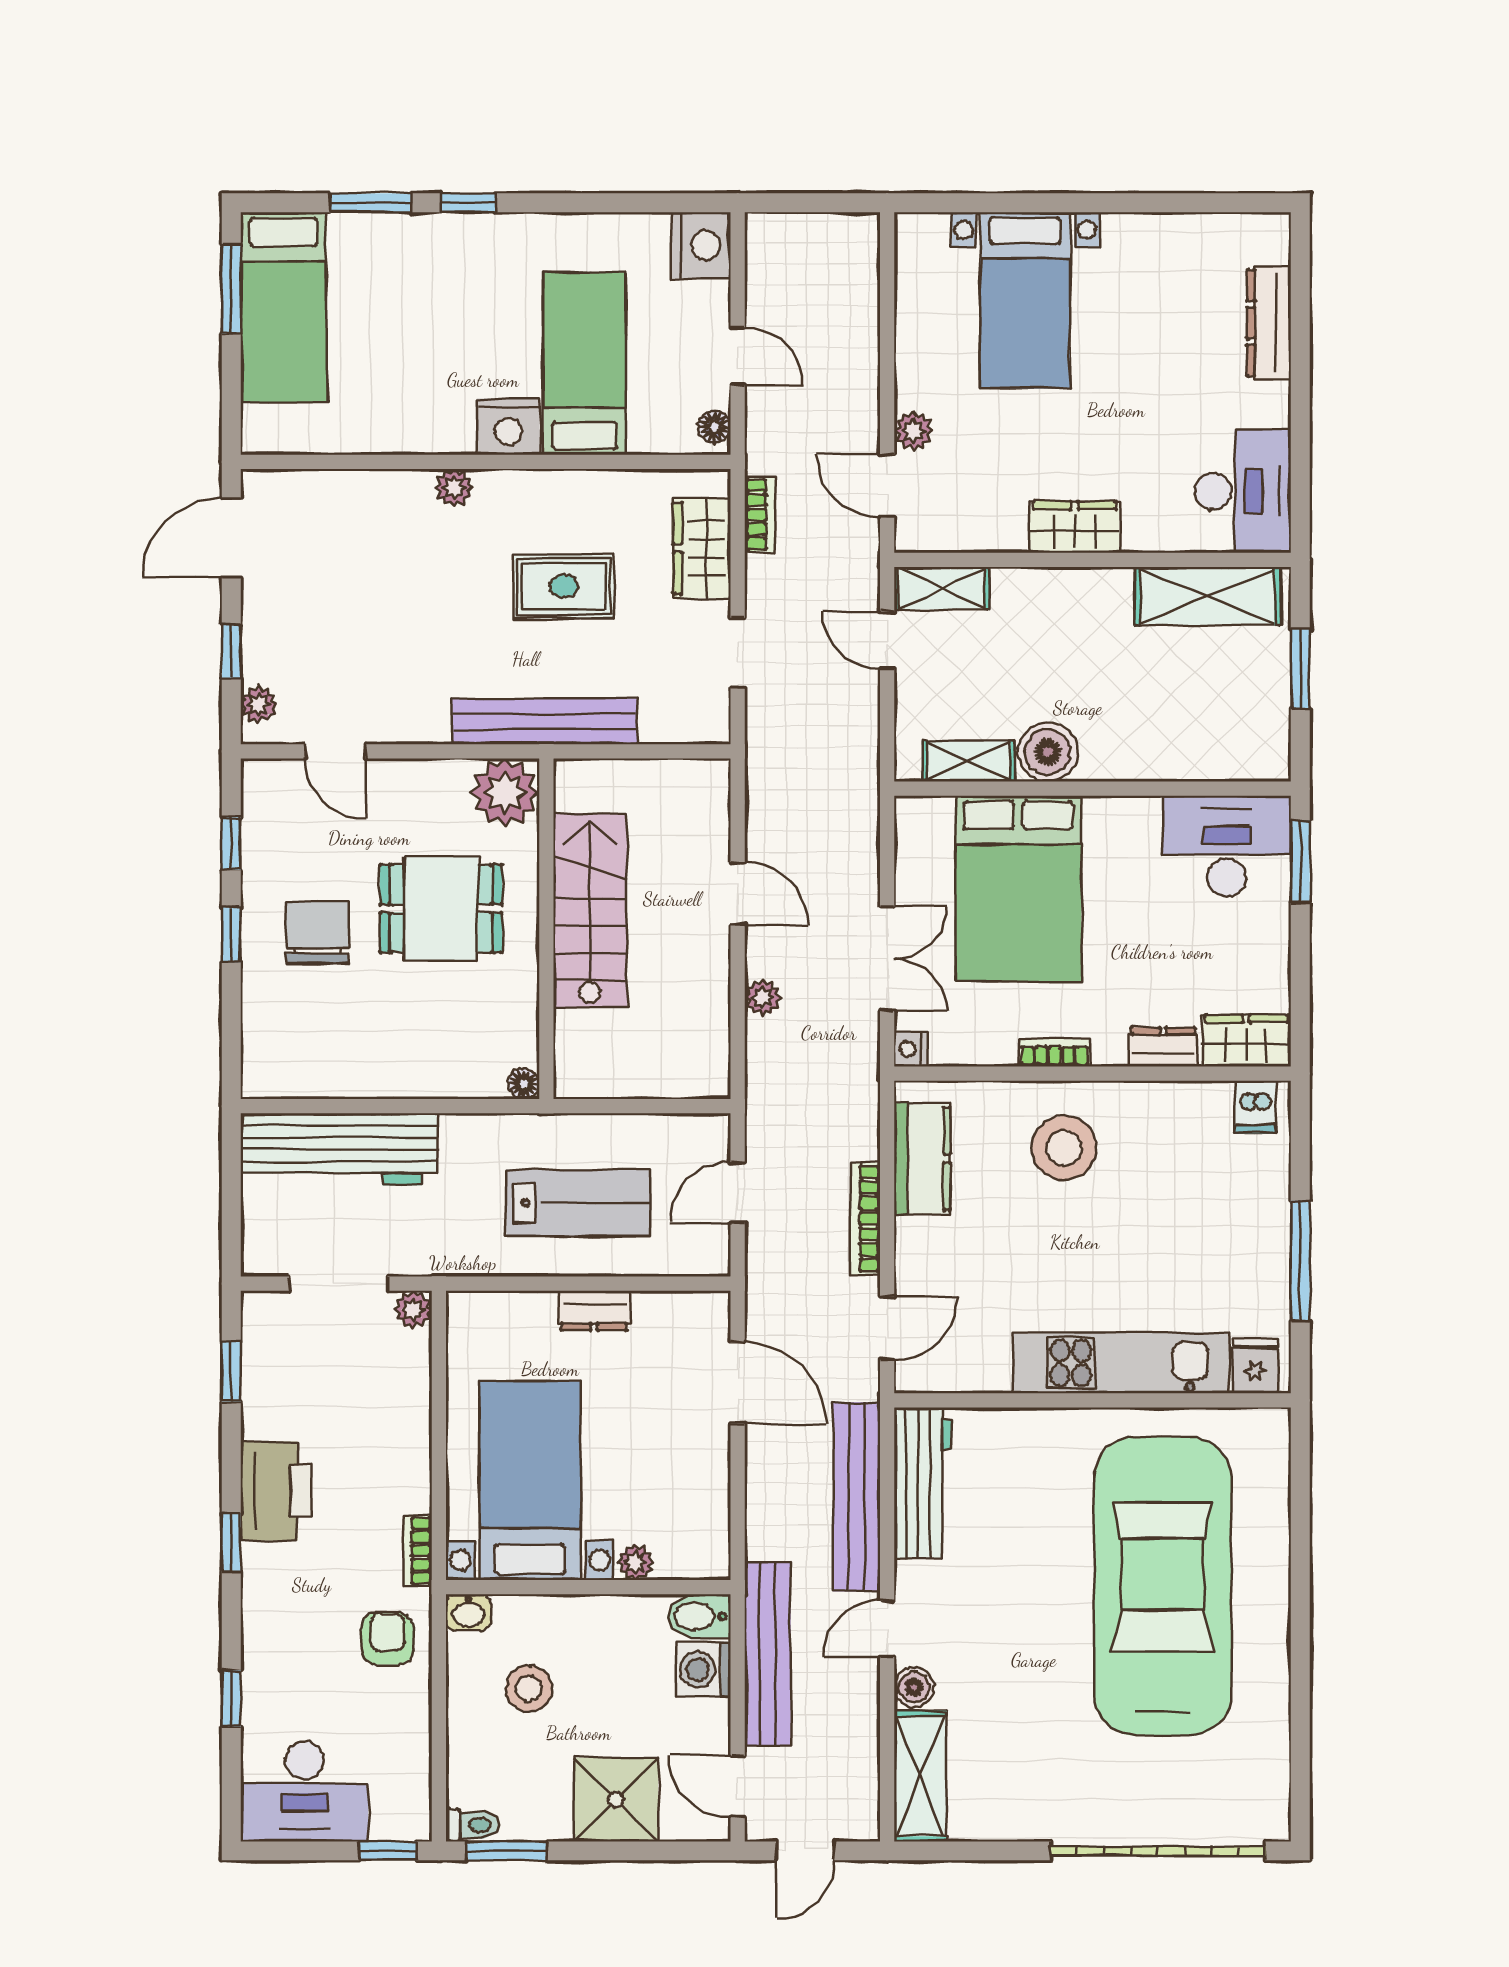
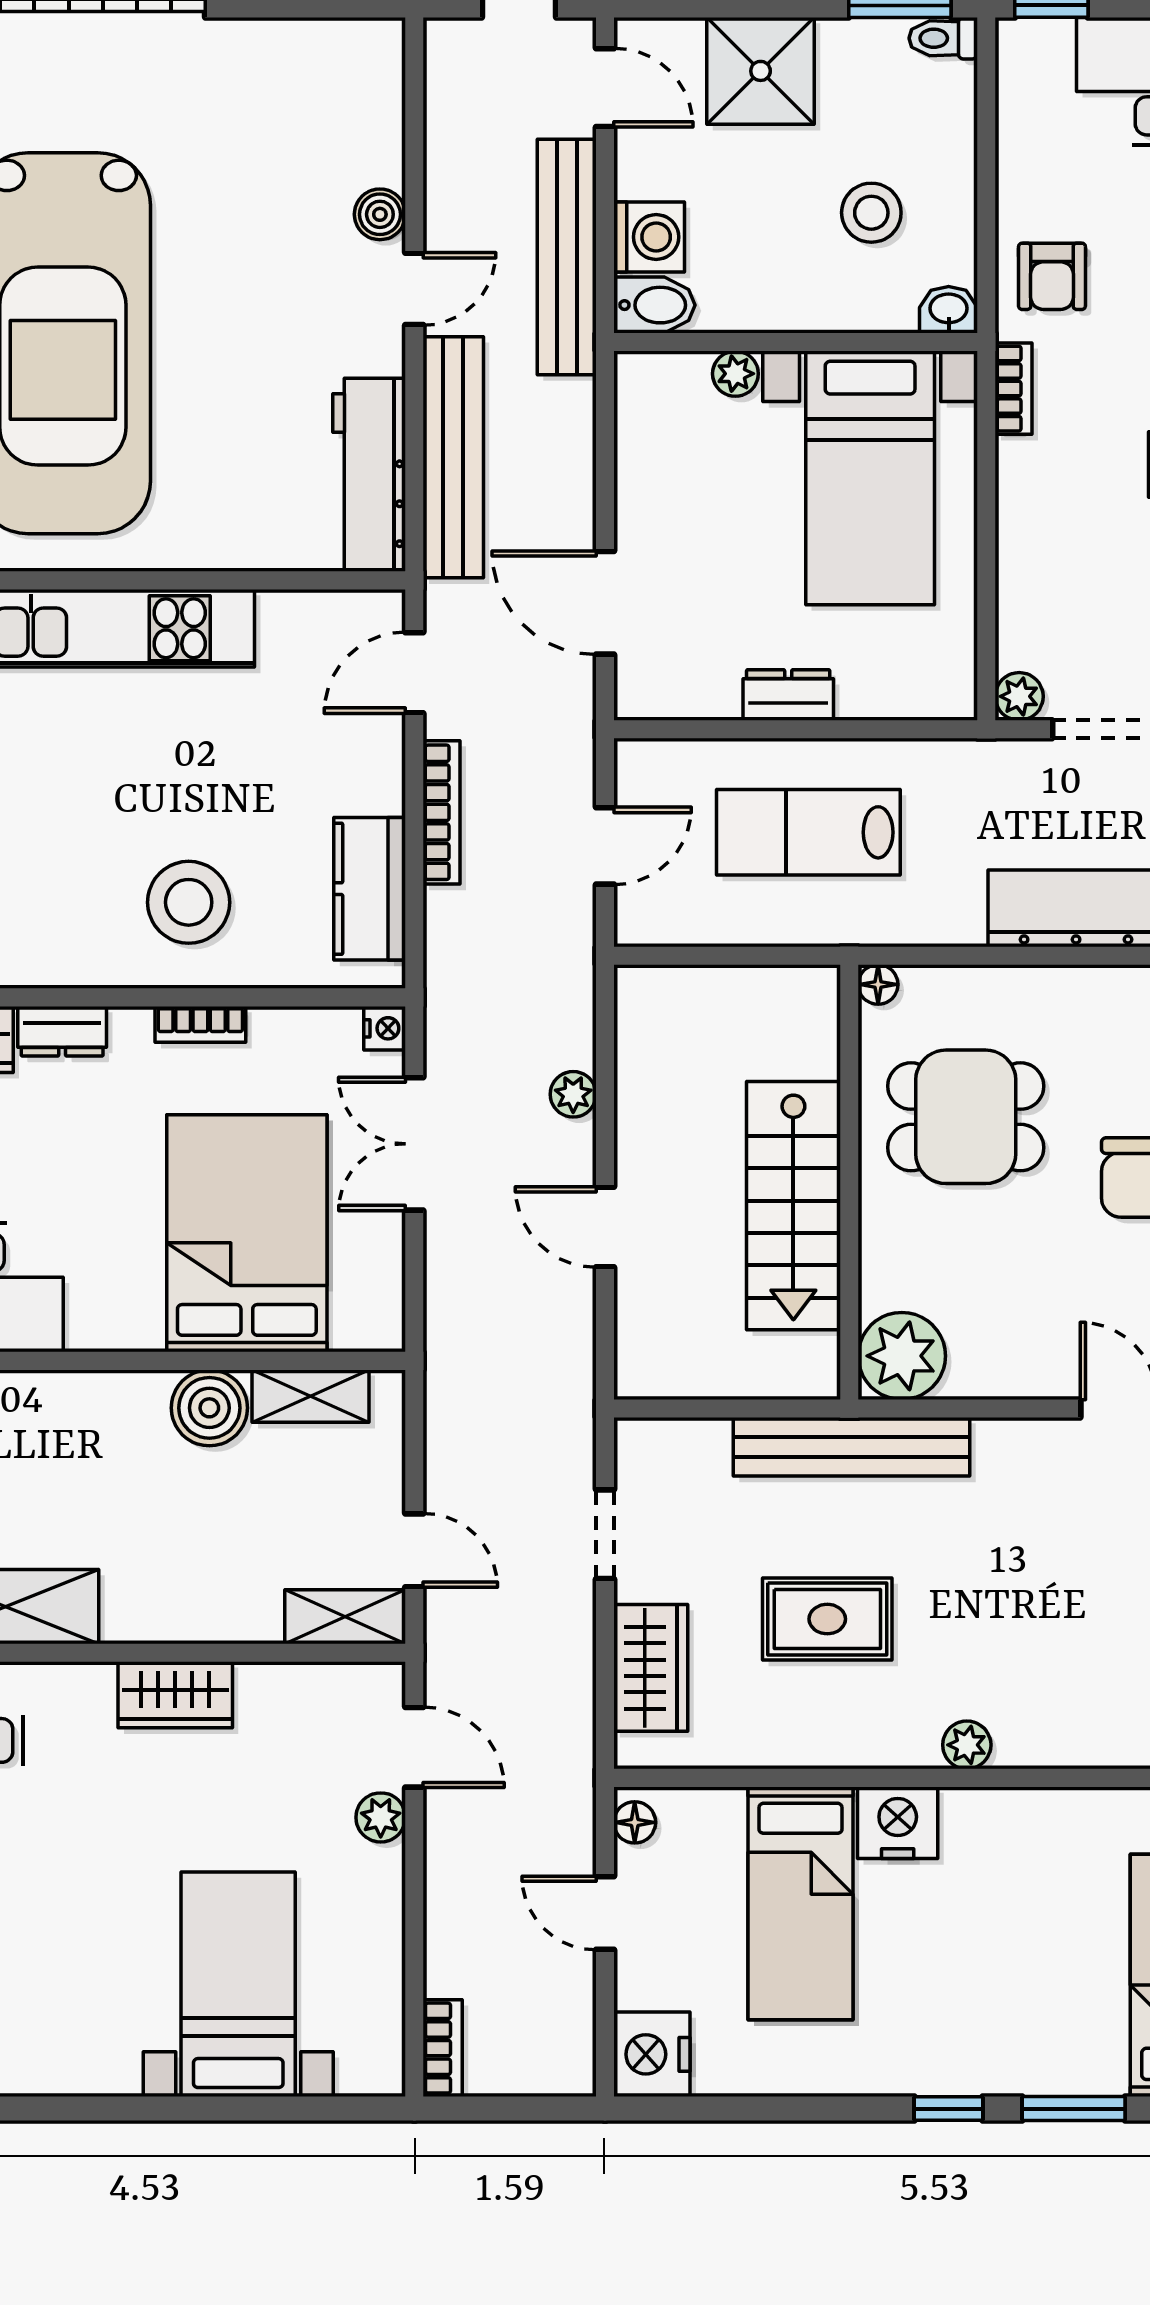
bookcase: (760, 515) -> (443, 2048), moved, turned 180
dining table: (441, 909) -> (966, 1117), moved
shelving: (920, 1776) -> (372, 101), removed

